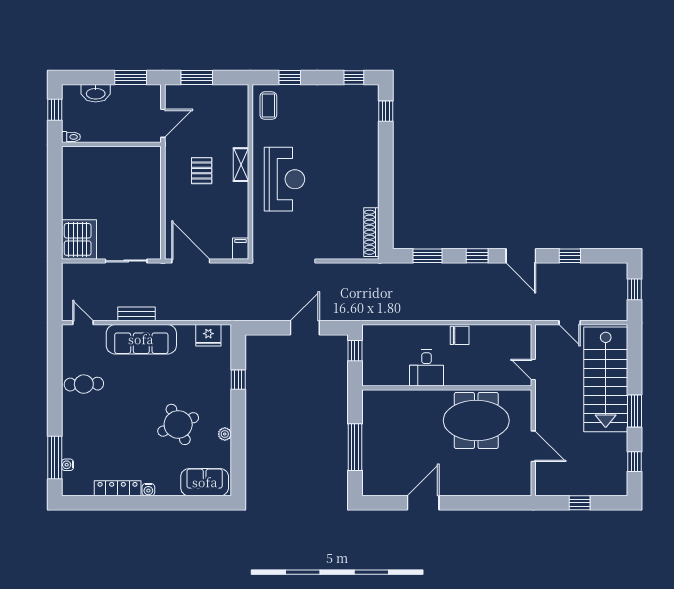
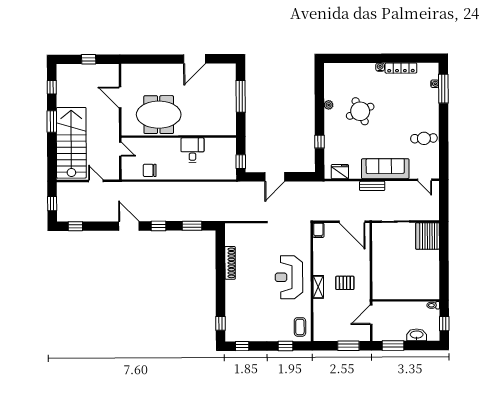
pallet: (202, 171) -> (345, 283), turned 90
shoe rack: (371, 232) -> (230, 263), moved
window: (570, 256) -> (75, 226), moved
bench: (137, 314) -> (372, 186), moved
chair: (460, 335) -> (150, 170), moved
sofa: (205, 482) -> (342, 72), removed

